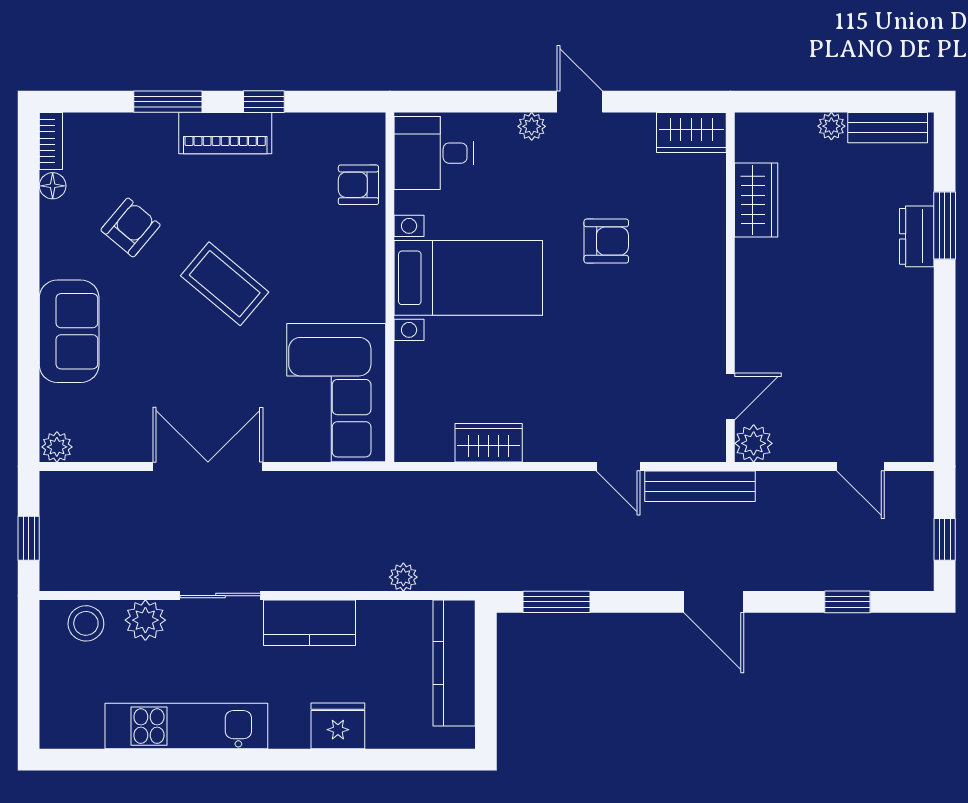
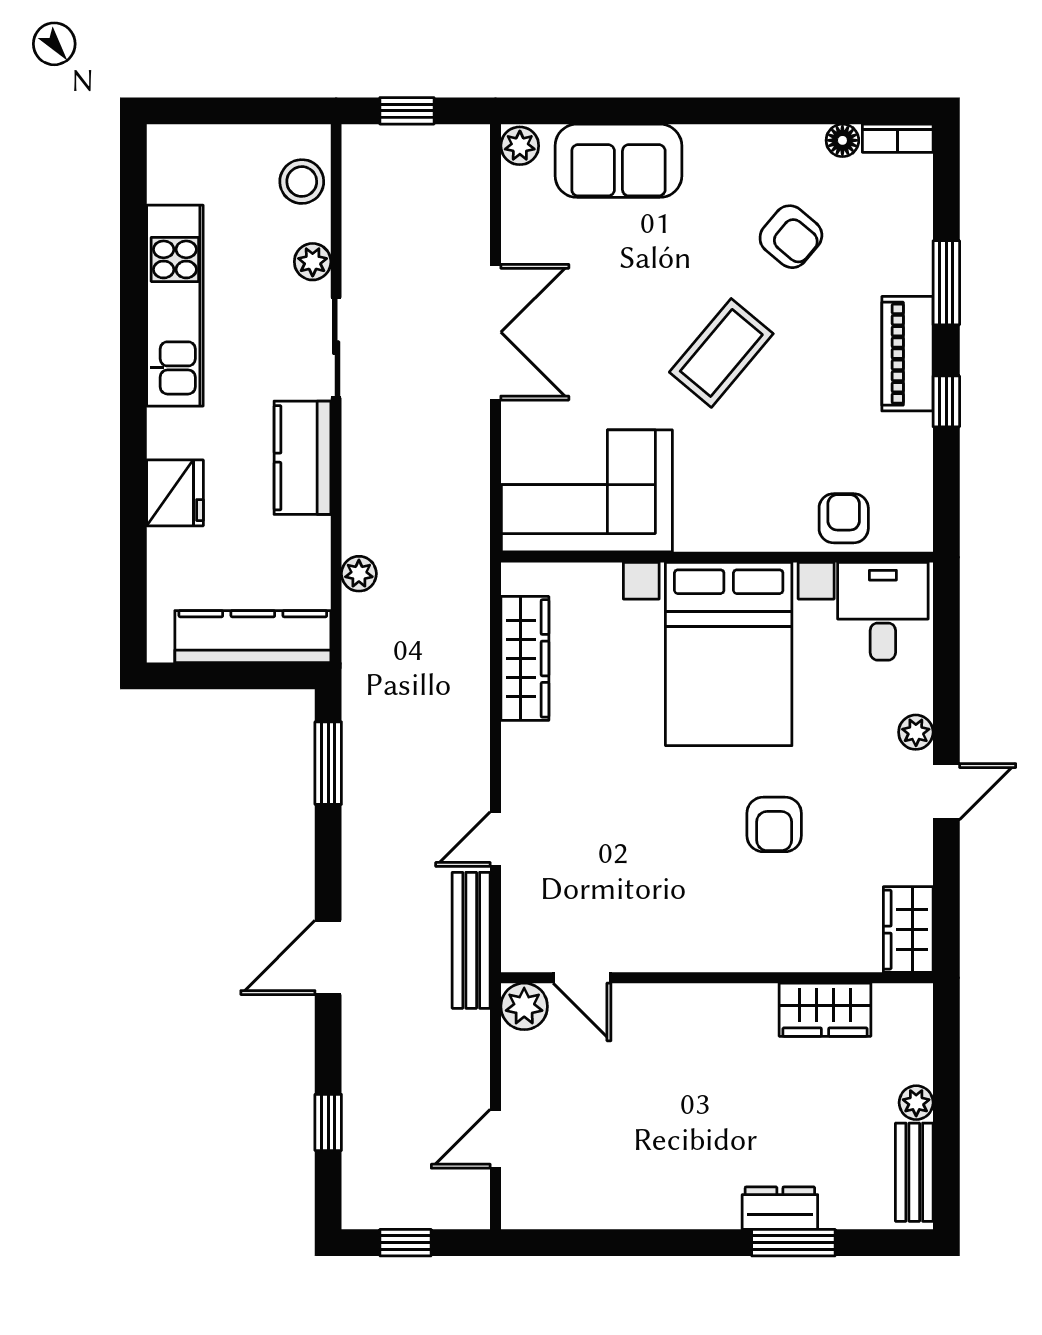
bed with nightstands: (468, 278) -> (729, 654), width x1.36
sofa: (69, 331) -> (618, 161), moved
wardrobe: (489, 443) -> (525, 658), width x1.50
plant: (145, 620) -> (313, 262), width x0.73, depth x0.73

